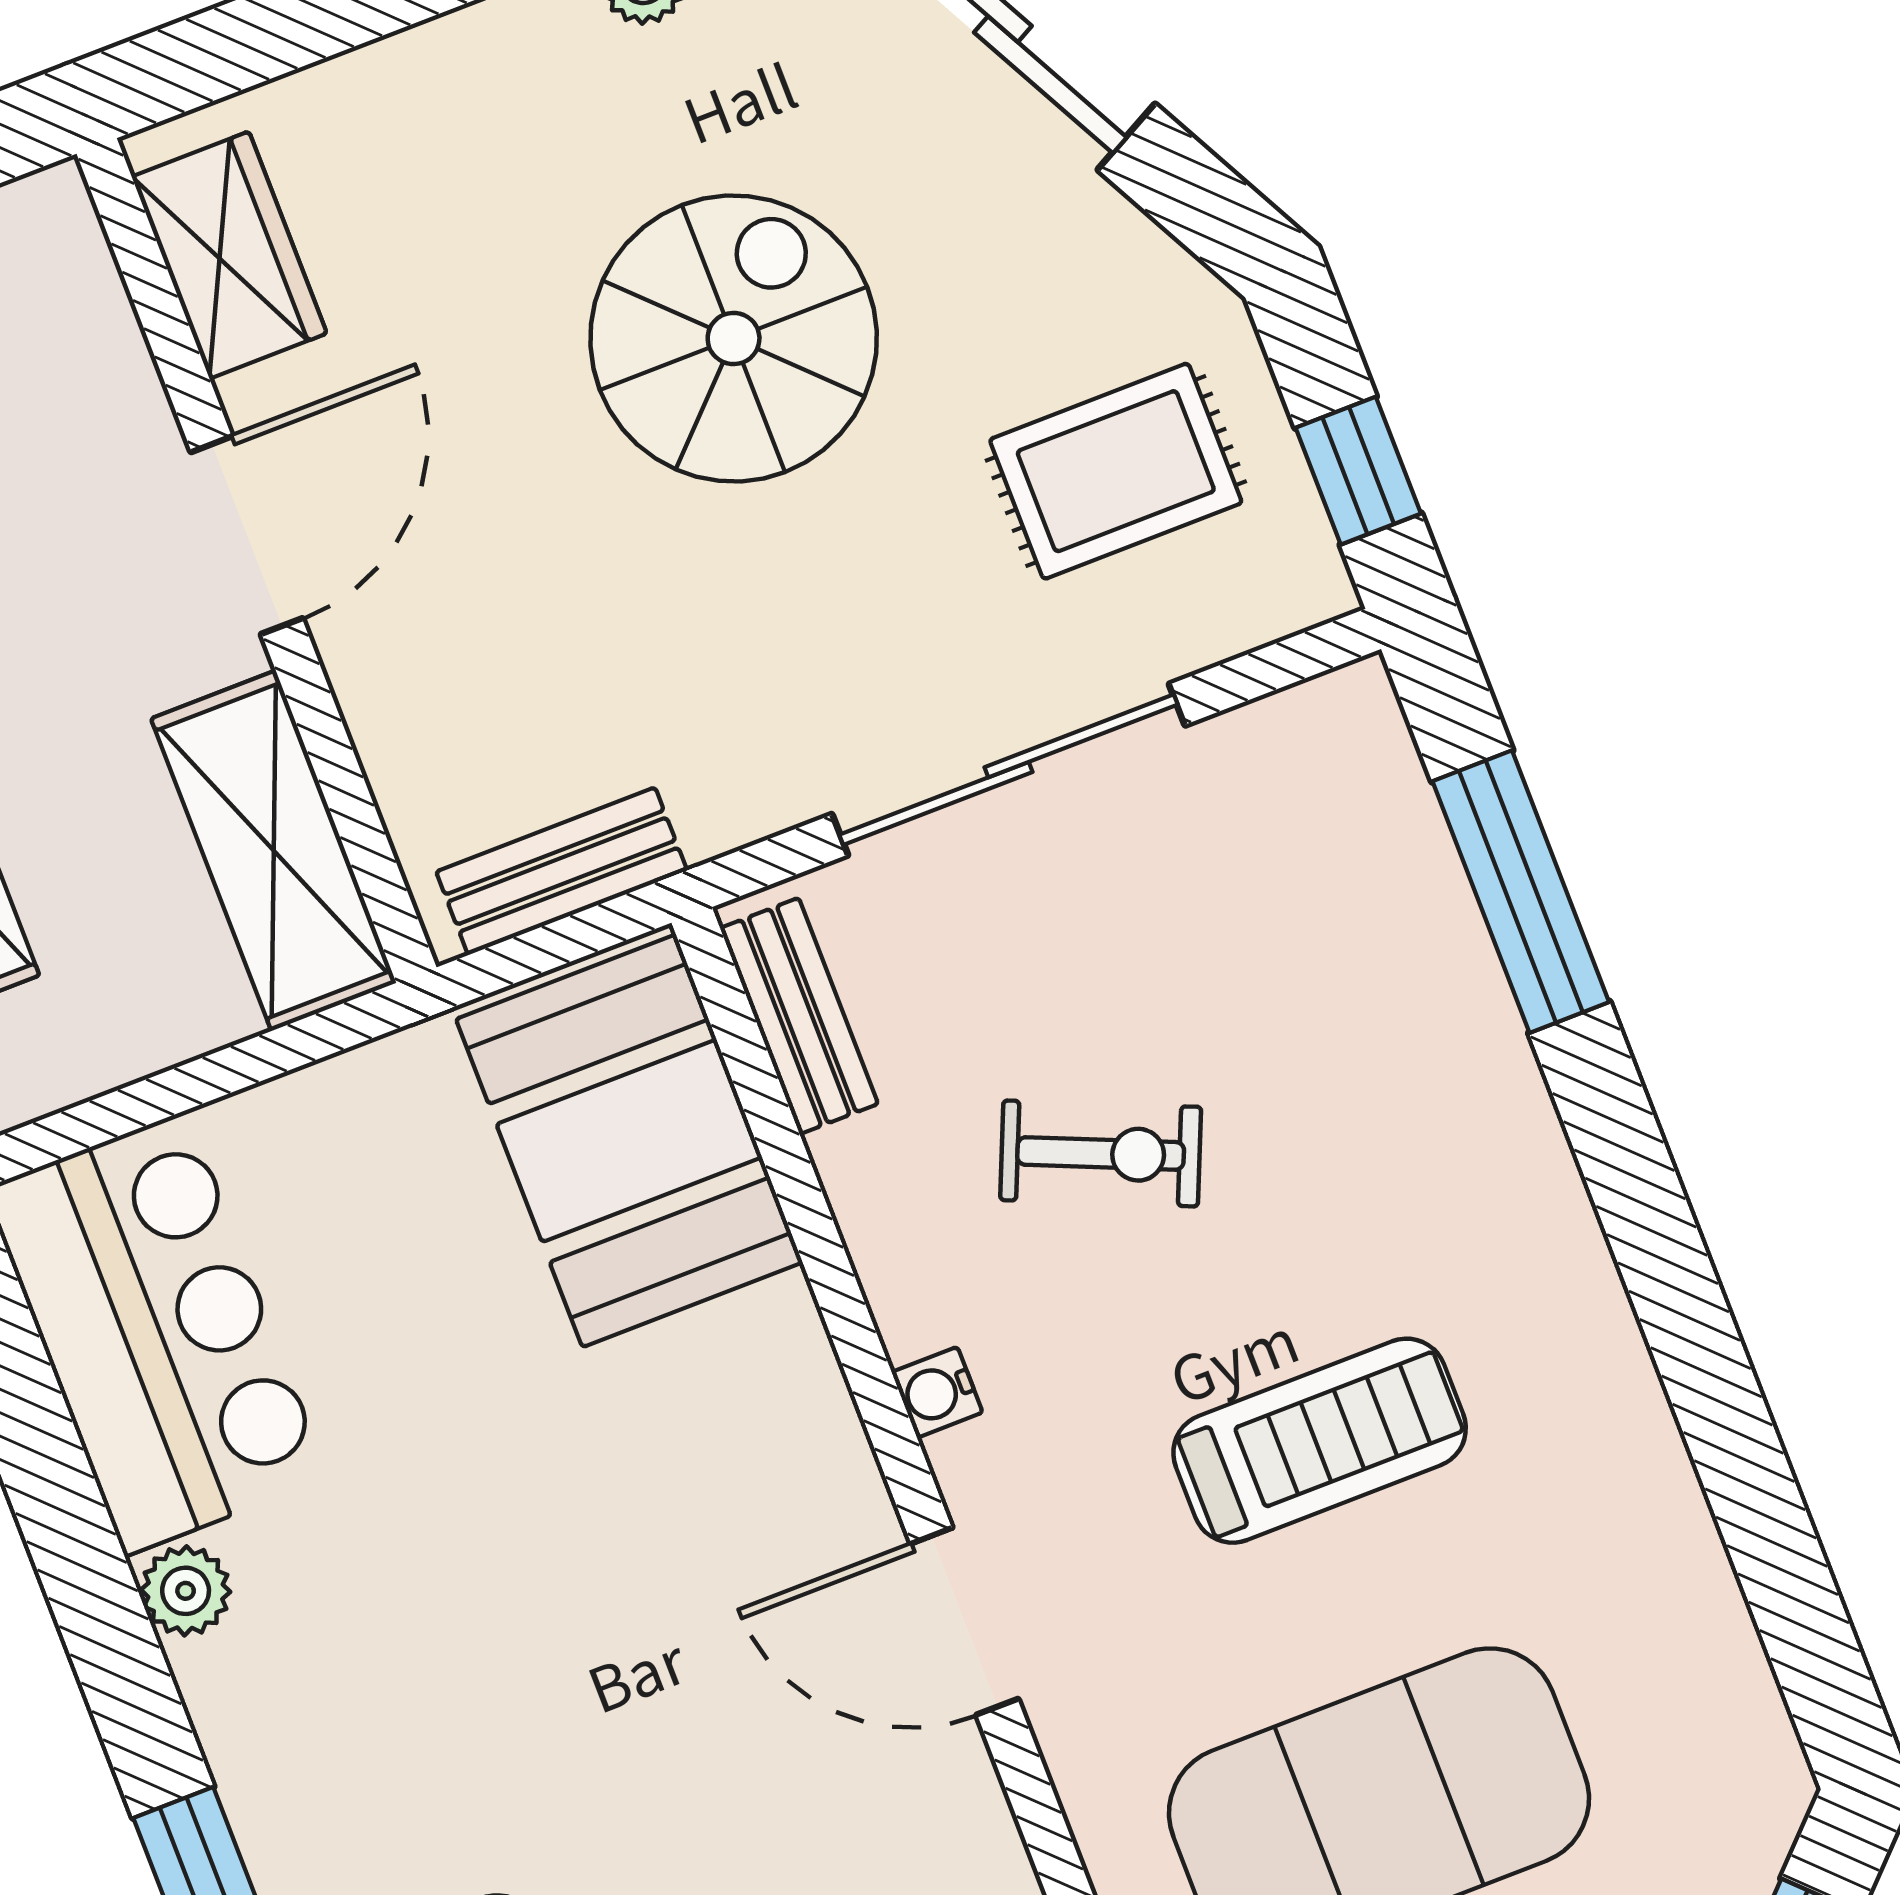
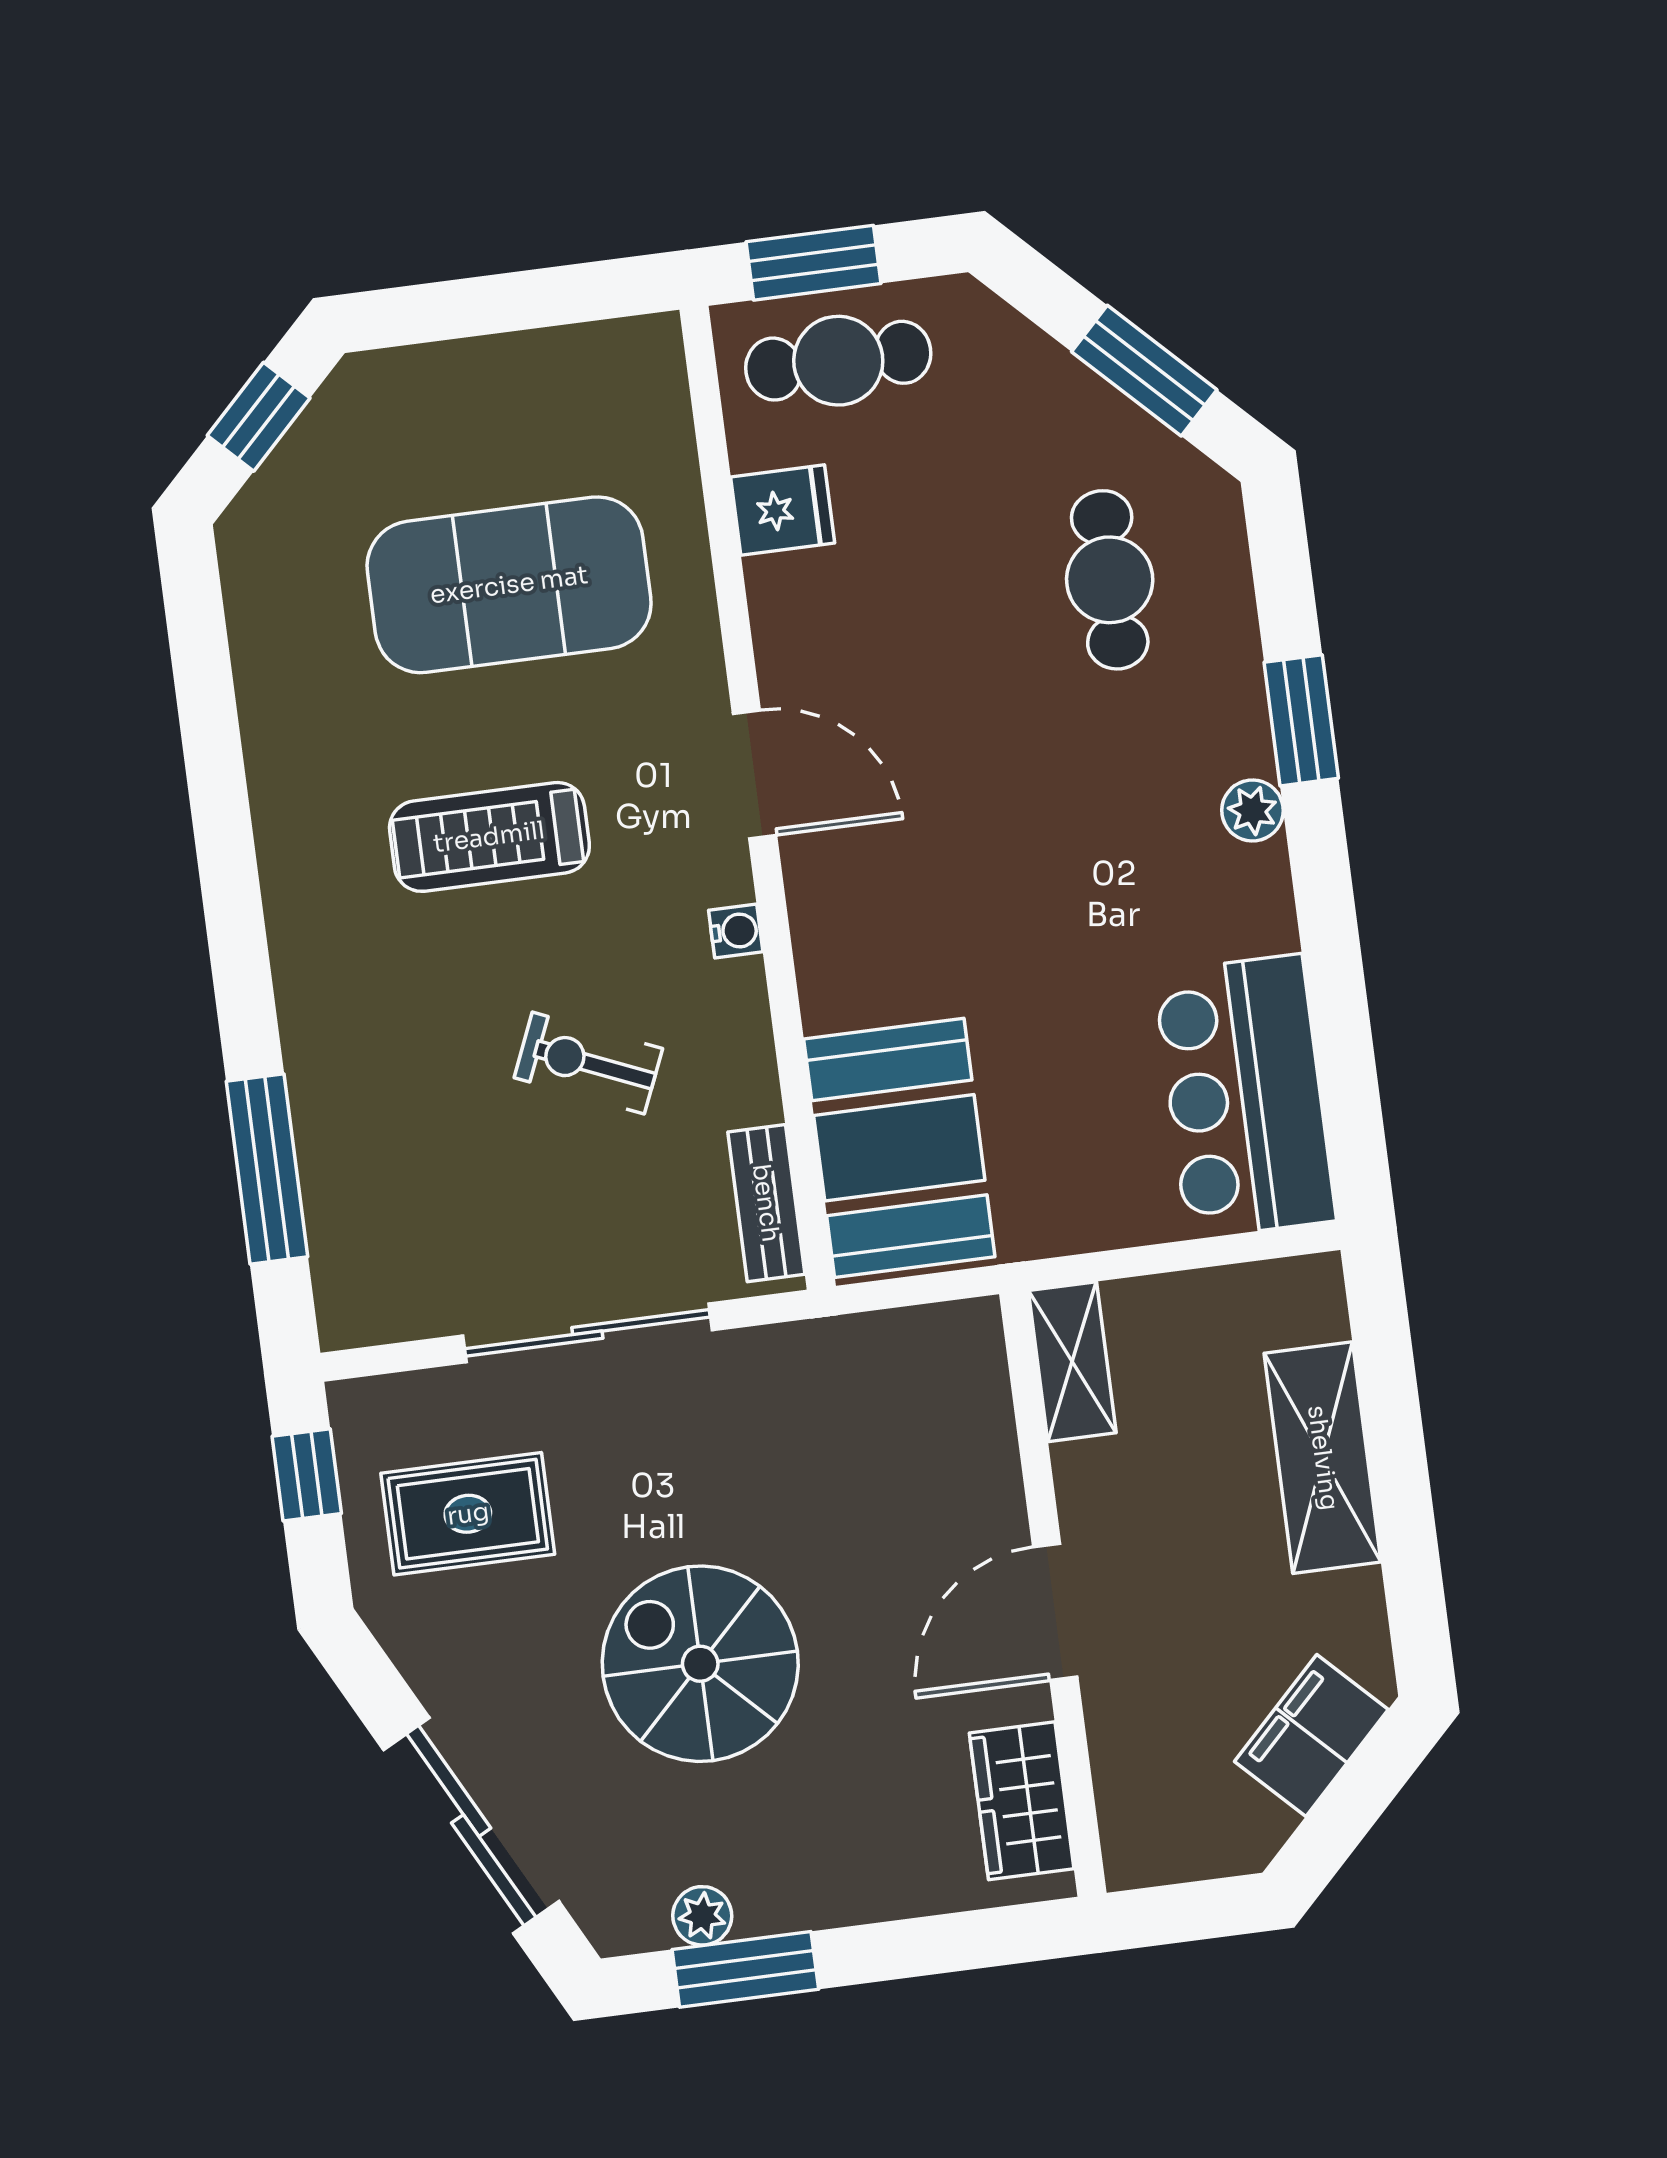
spiral stairs: (734, 338) -> (700, 1664), turned 90
shelving: (274, 851) -> (1072, 1362), width x0.67, depth x0.75
bench: (562, 871) -> (901, 1338), removed
plant: (186, 1591) -> (1253, 810), moved

